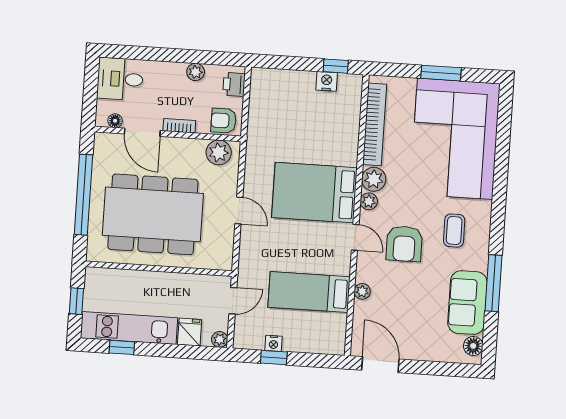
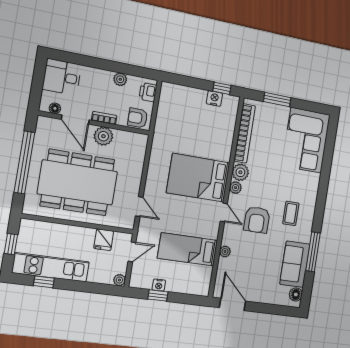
window: (441, 73) -> (277, 100), moved
corner sofa: (455, 139) -> (306, 140), width x0.73, depth x0.74
plant: (219, 152) -> (103, 136), moved
door: (239, 211) -> (139, 207), moved
fridge: (190, 332) -> (104, 240), moved, turned 180

